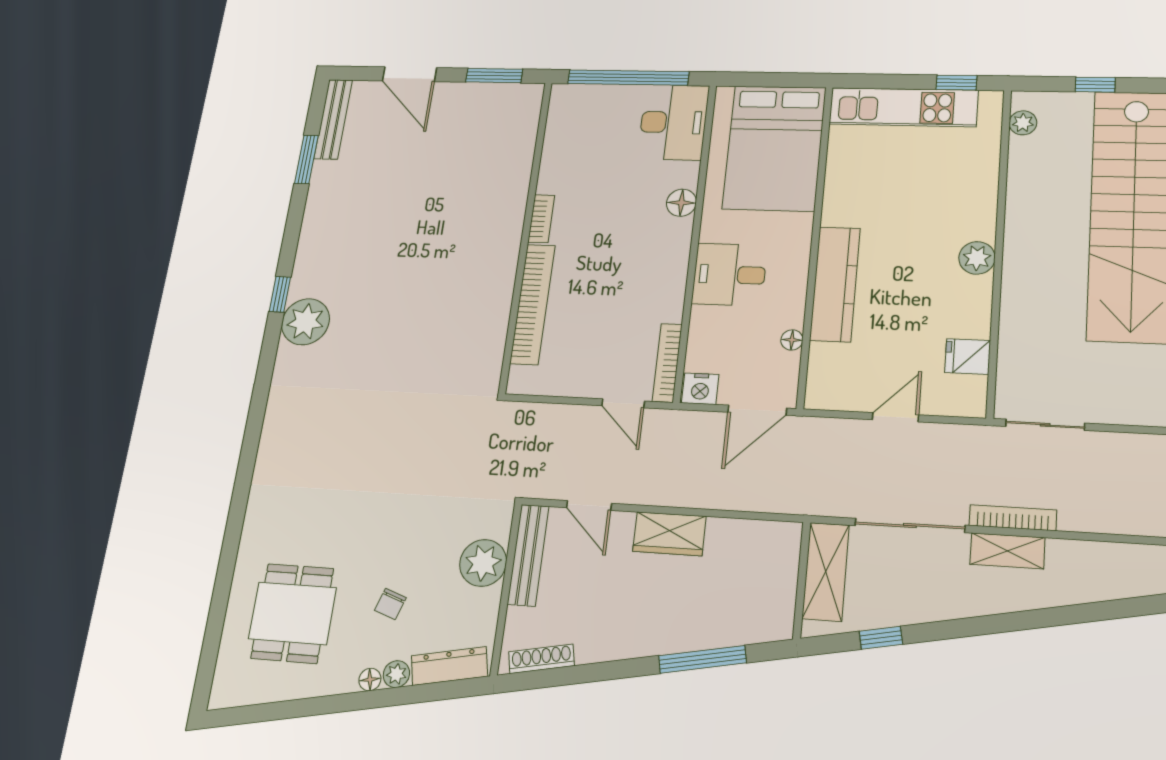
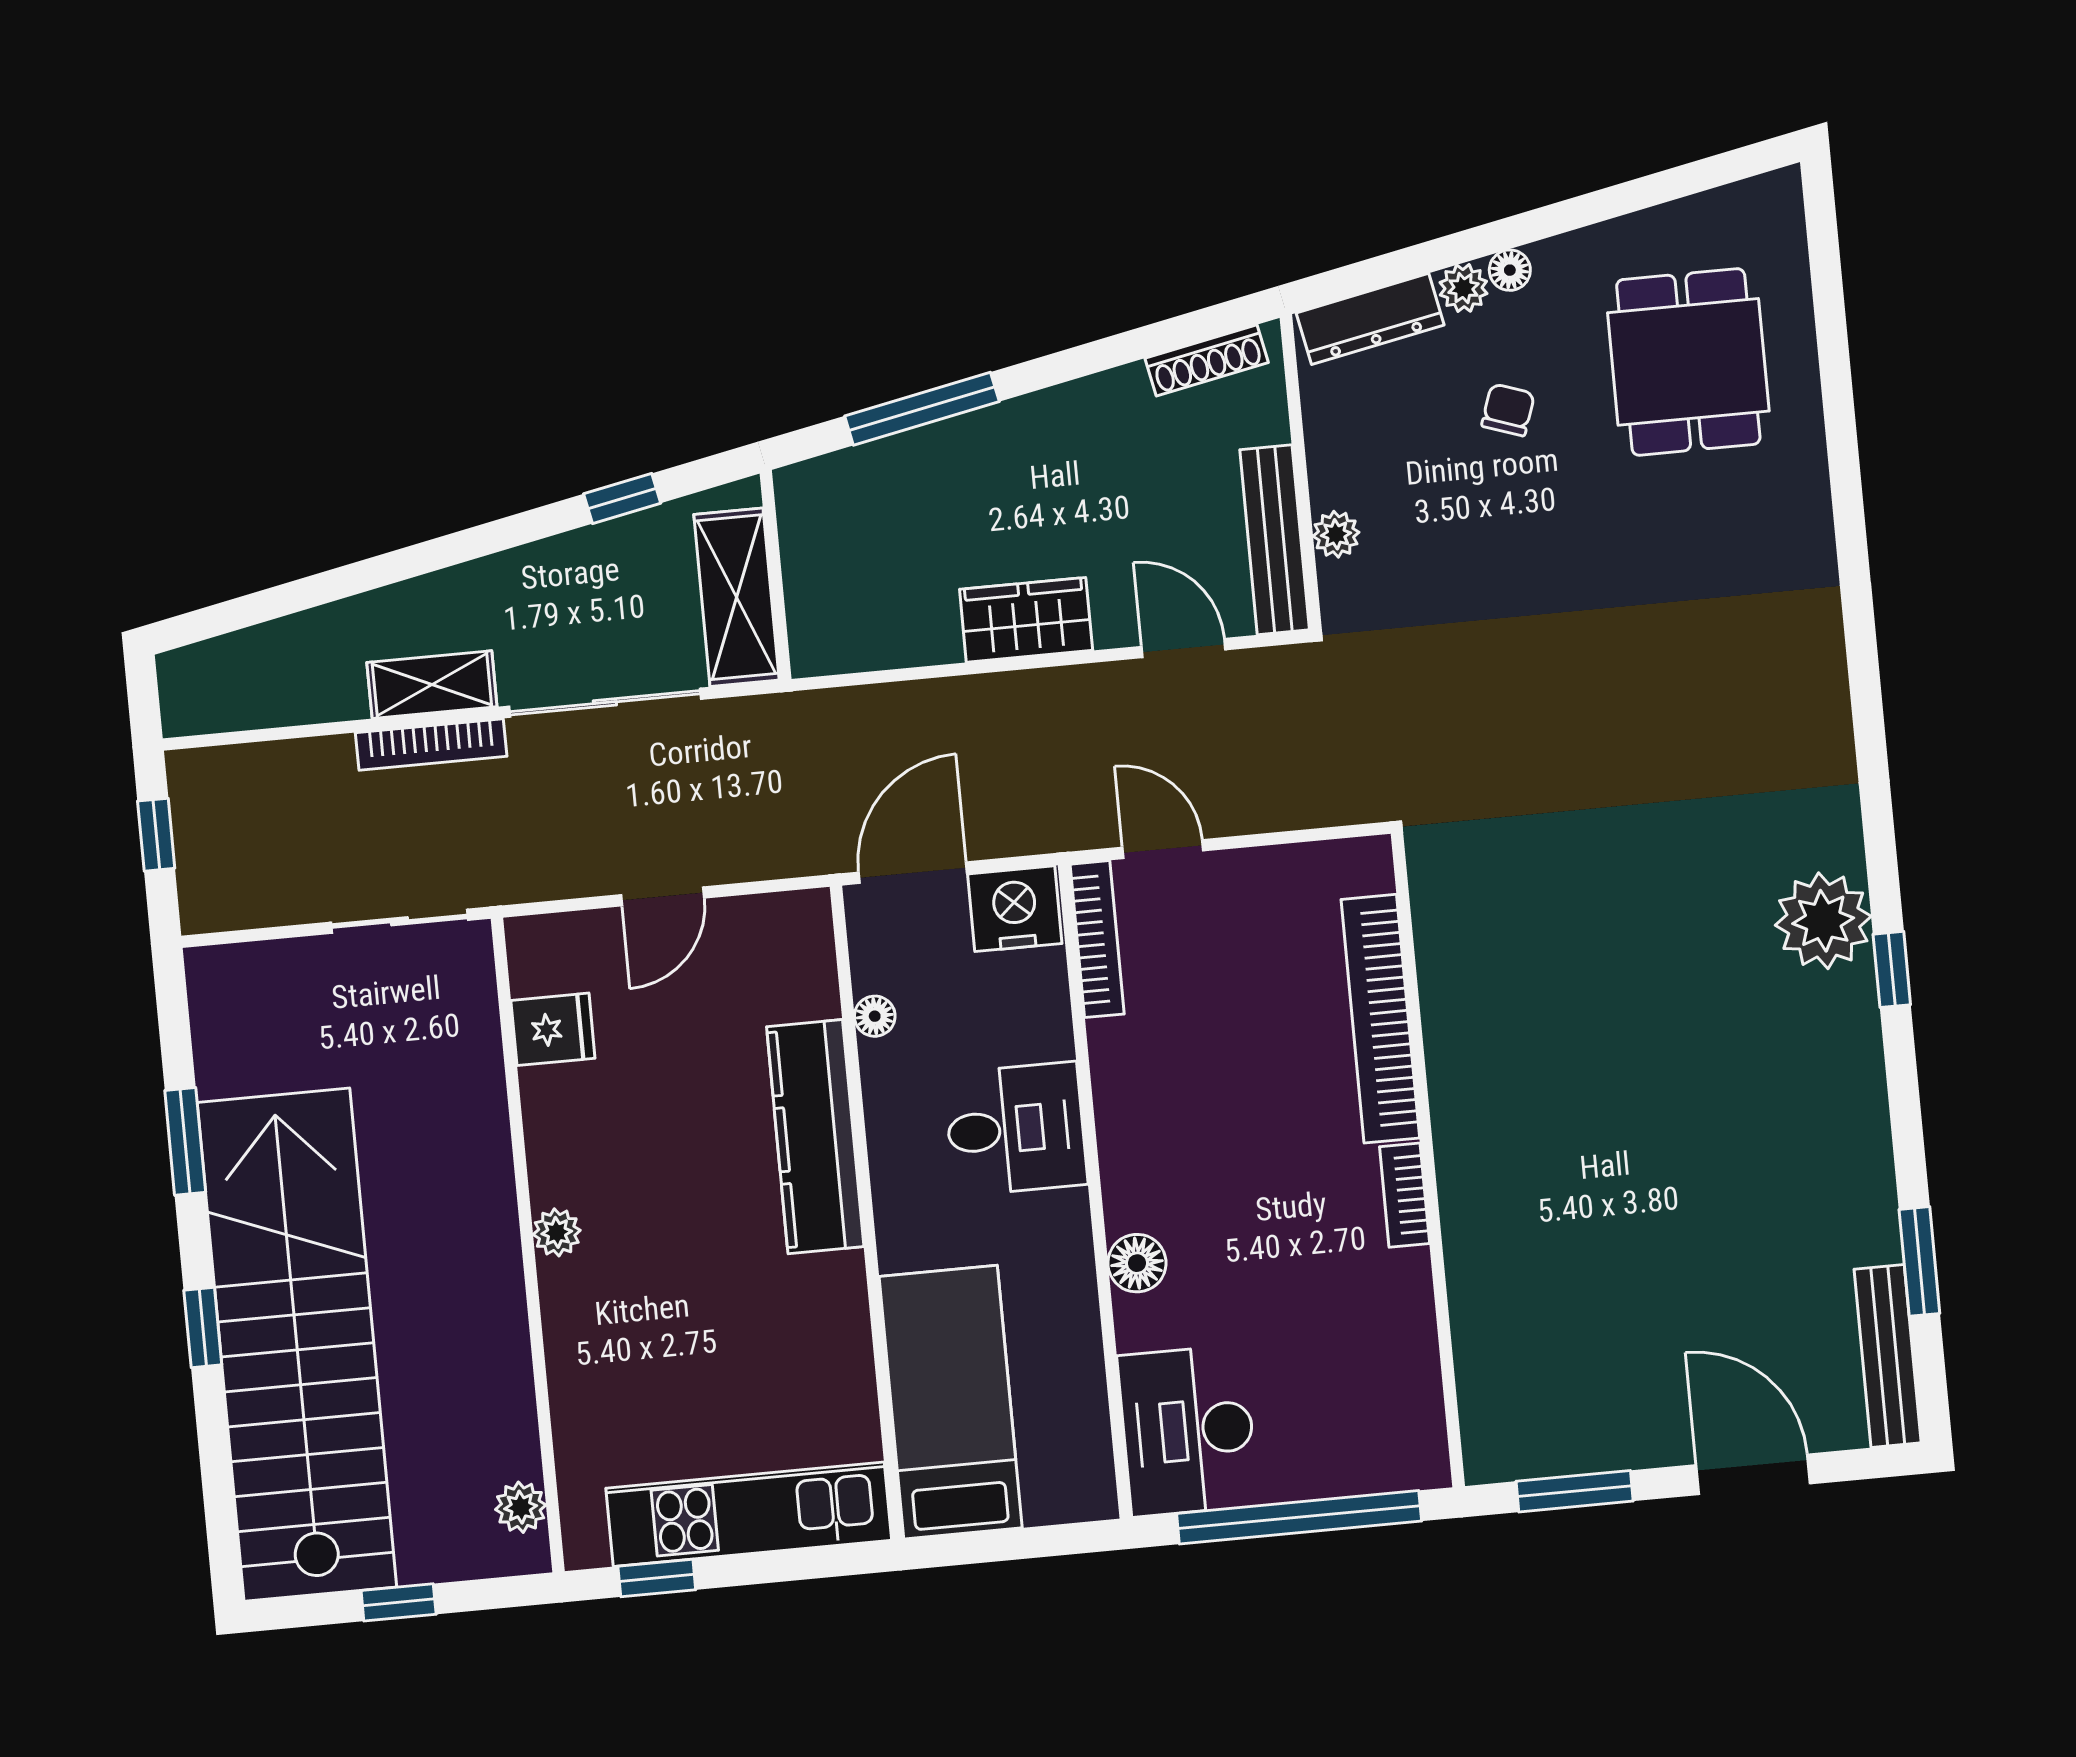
bed: (774, 148) -> (951, 1402), width x0.67
plant: (977, 258) -> (557, 1232), width x0.73, depth x0.73
nightstand: (700, 389) -> (1015, 909), width x1.36, depth x1.33
plant: (483, 563) -> (1336, 534), width x0.53, depth x0.53

